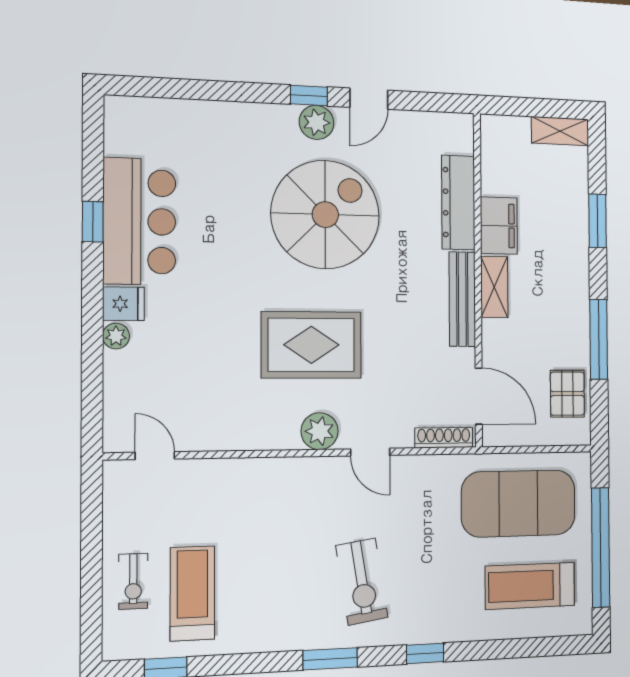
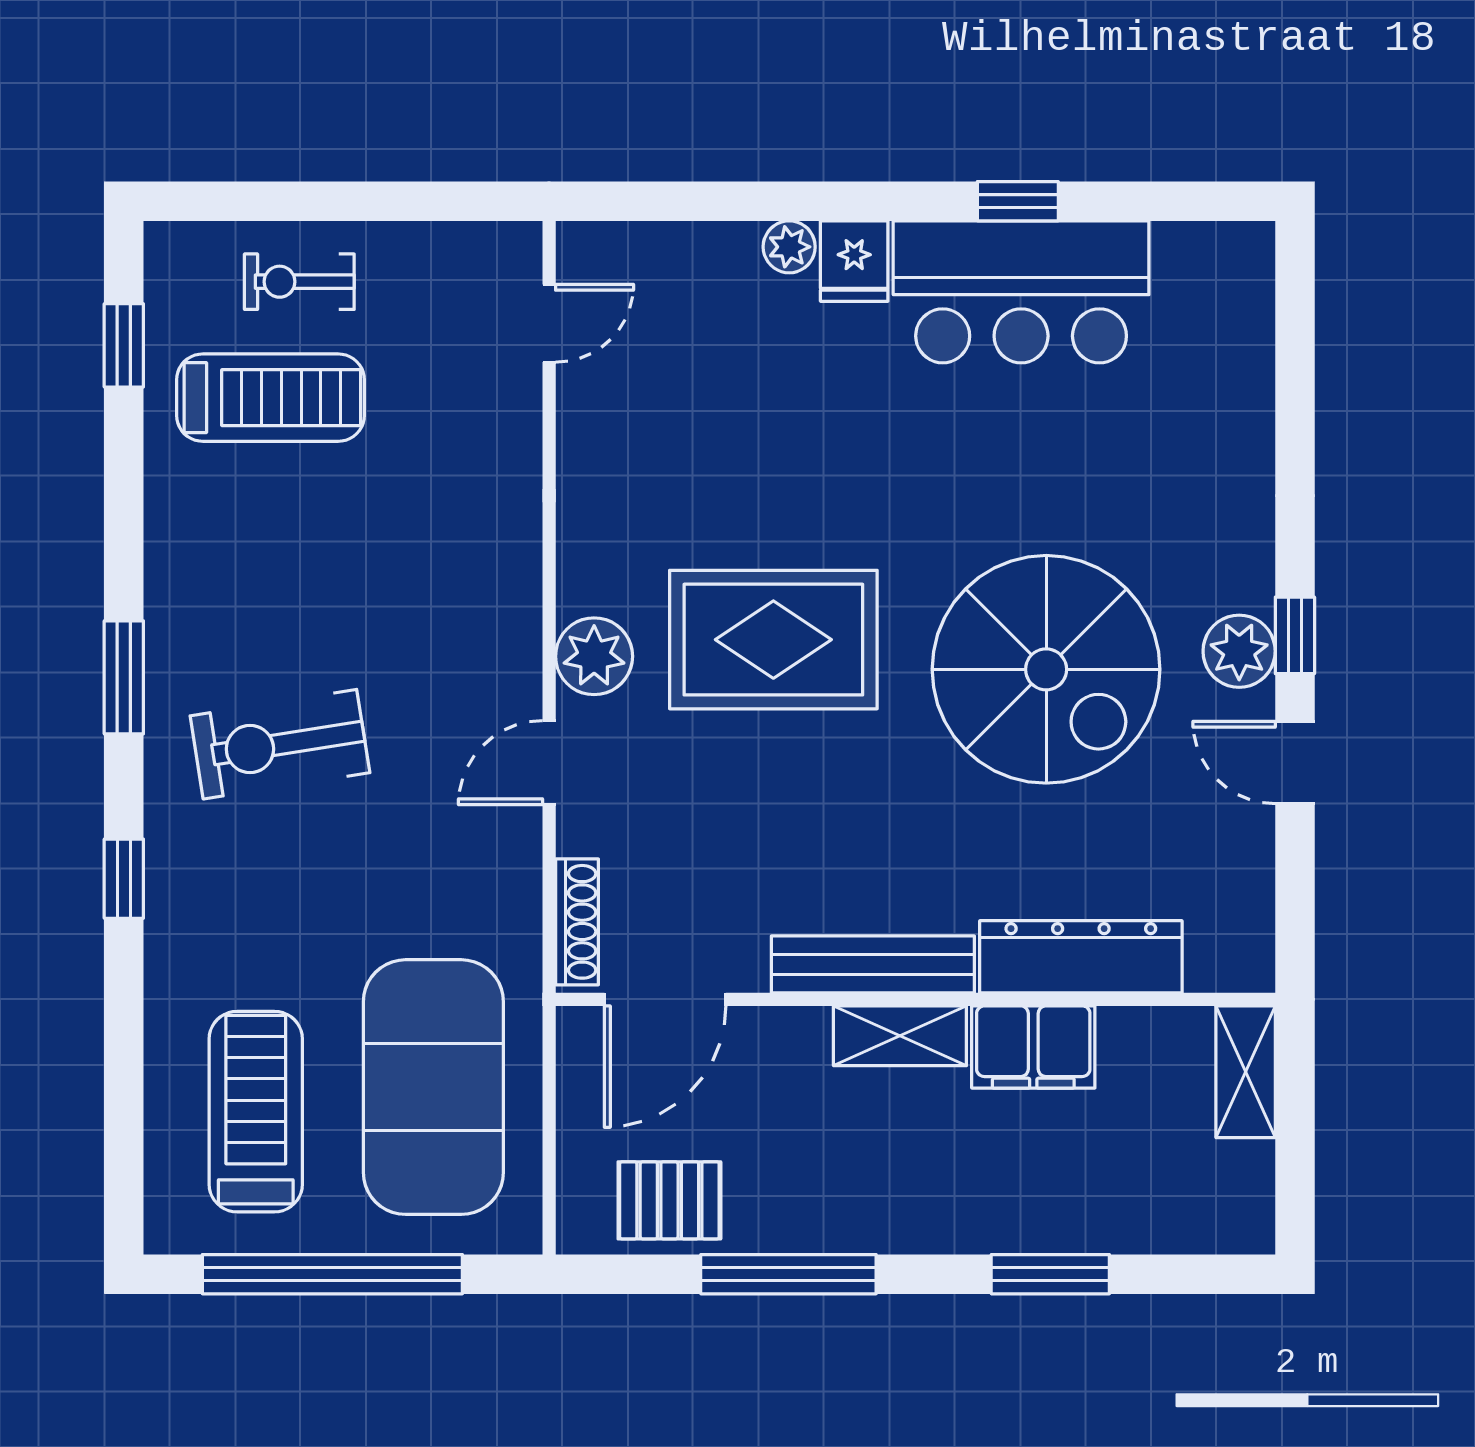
shelving: (560, 131) -> (1246, 1072), moved
rug: (311, 345) -> (773, 640), turned 90

